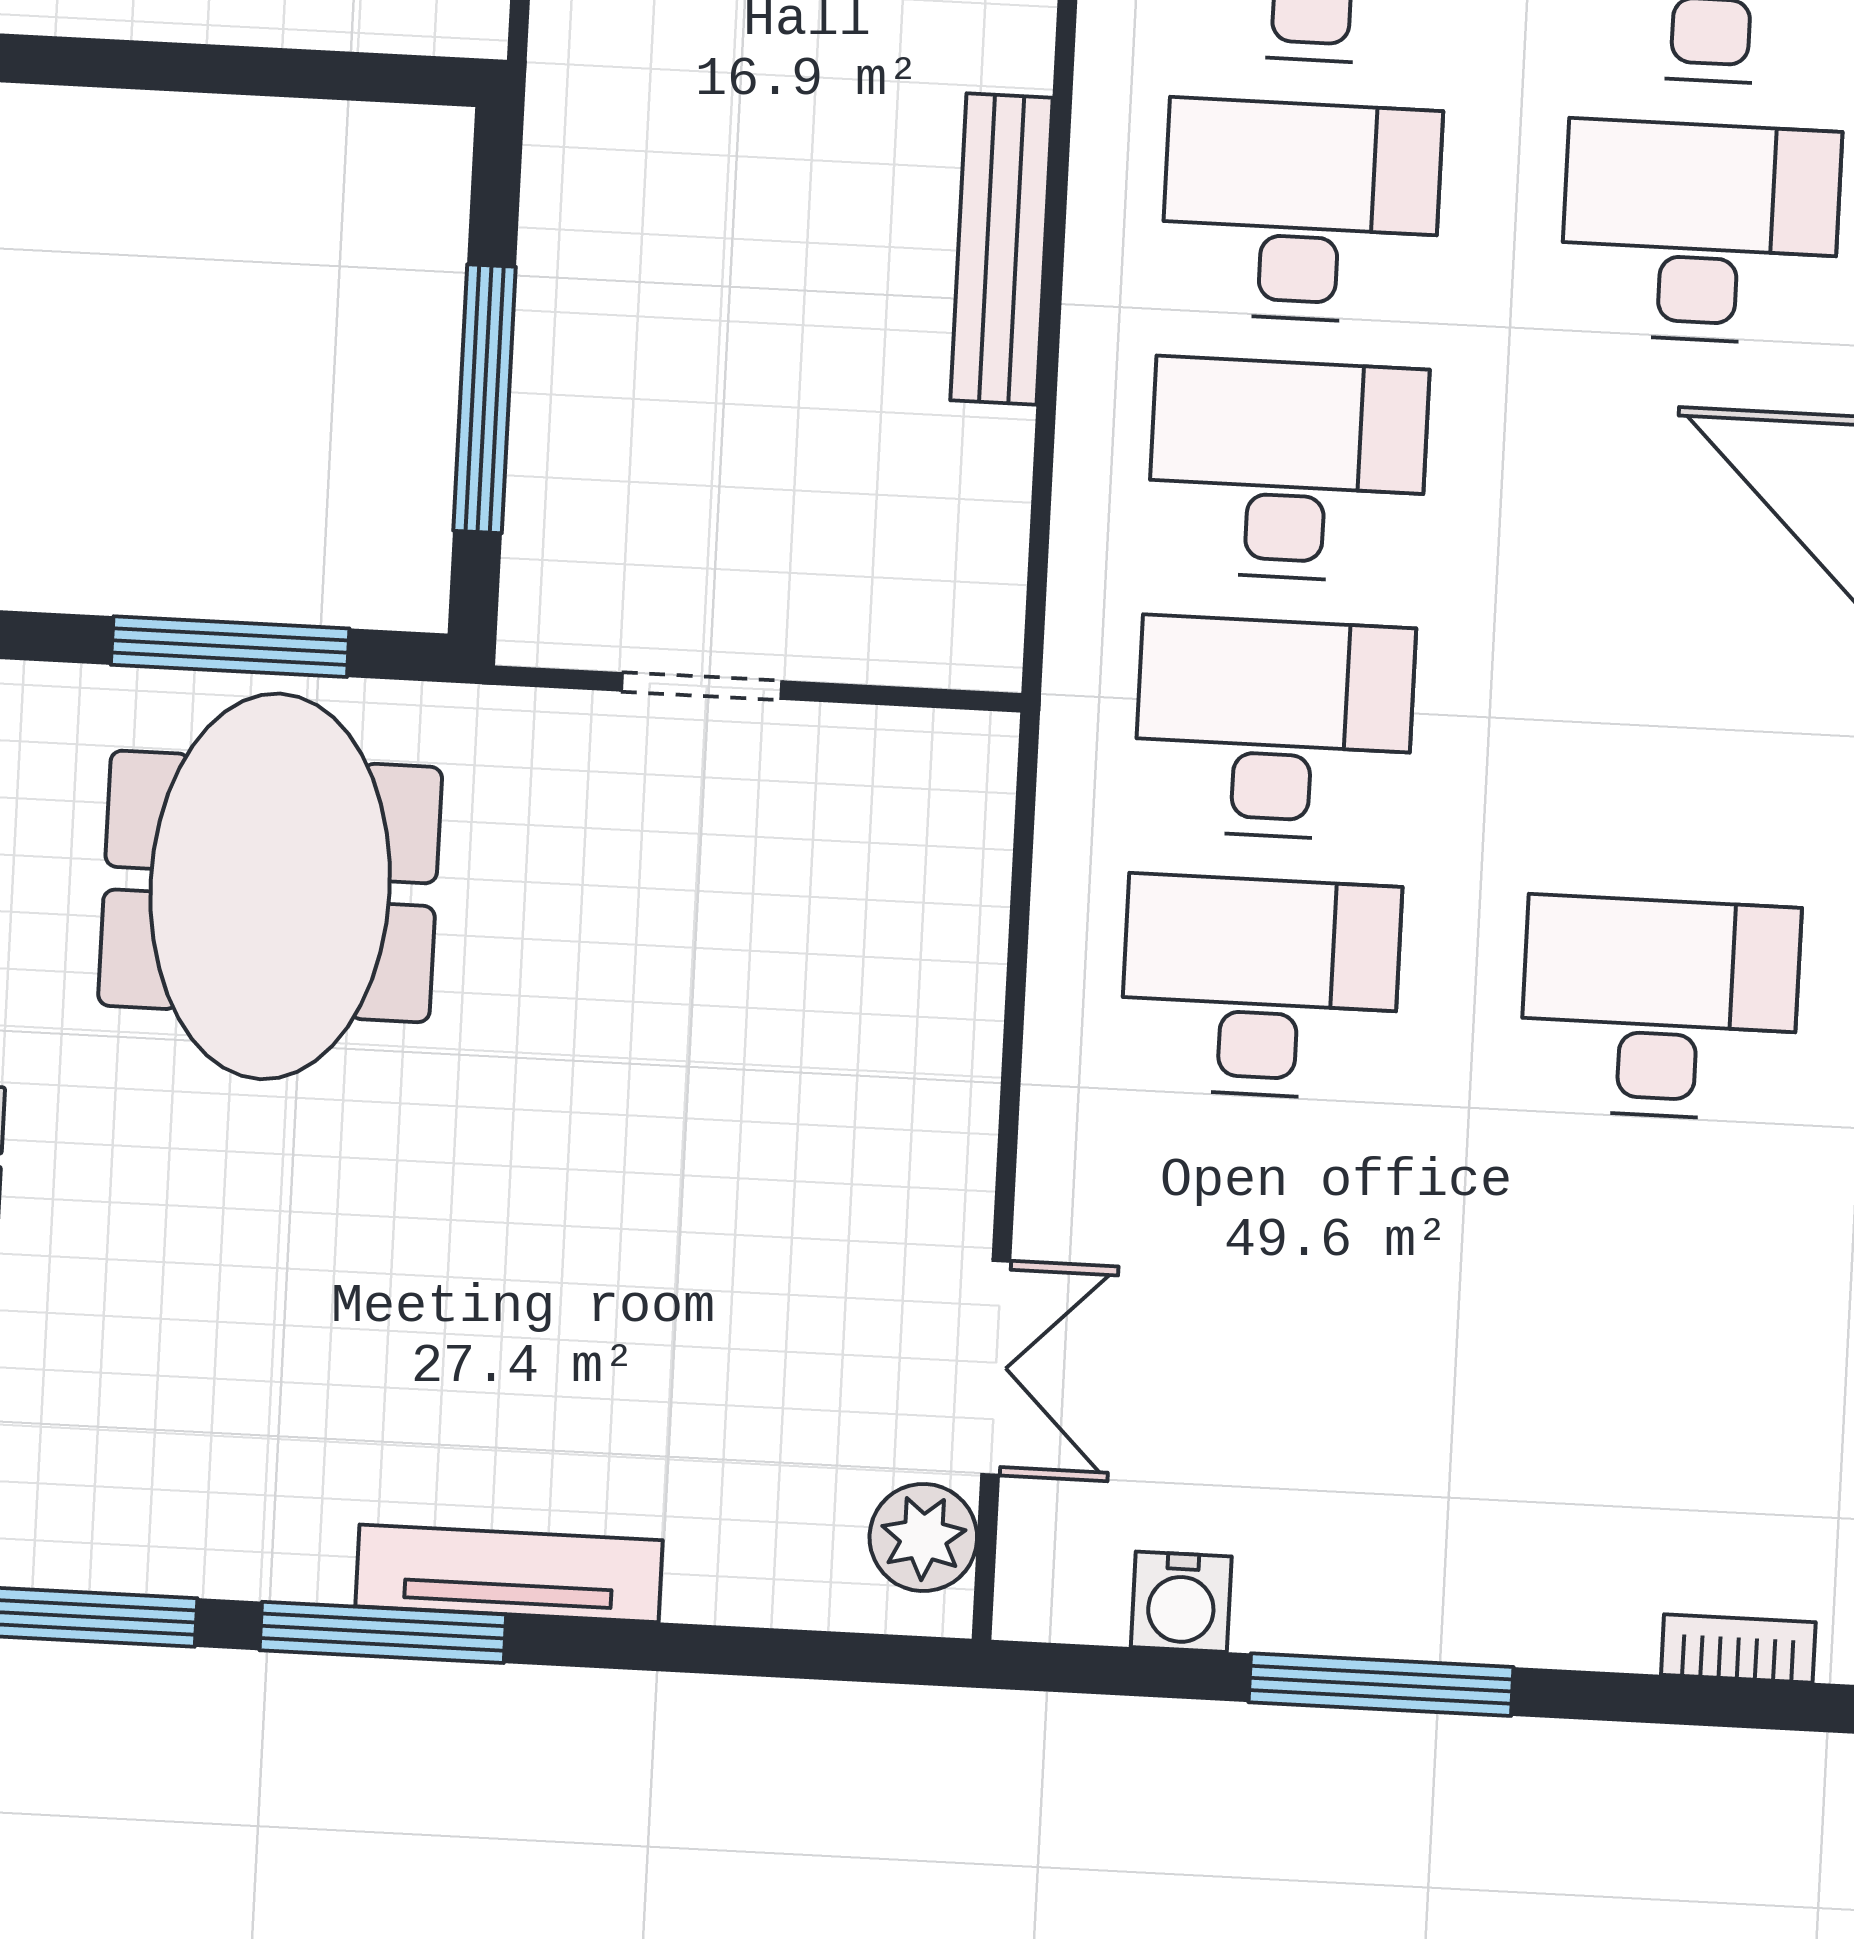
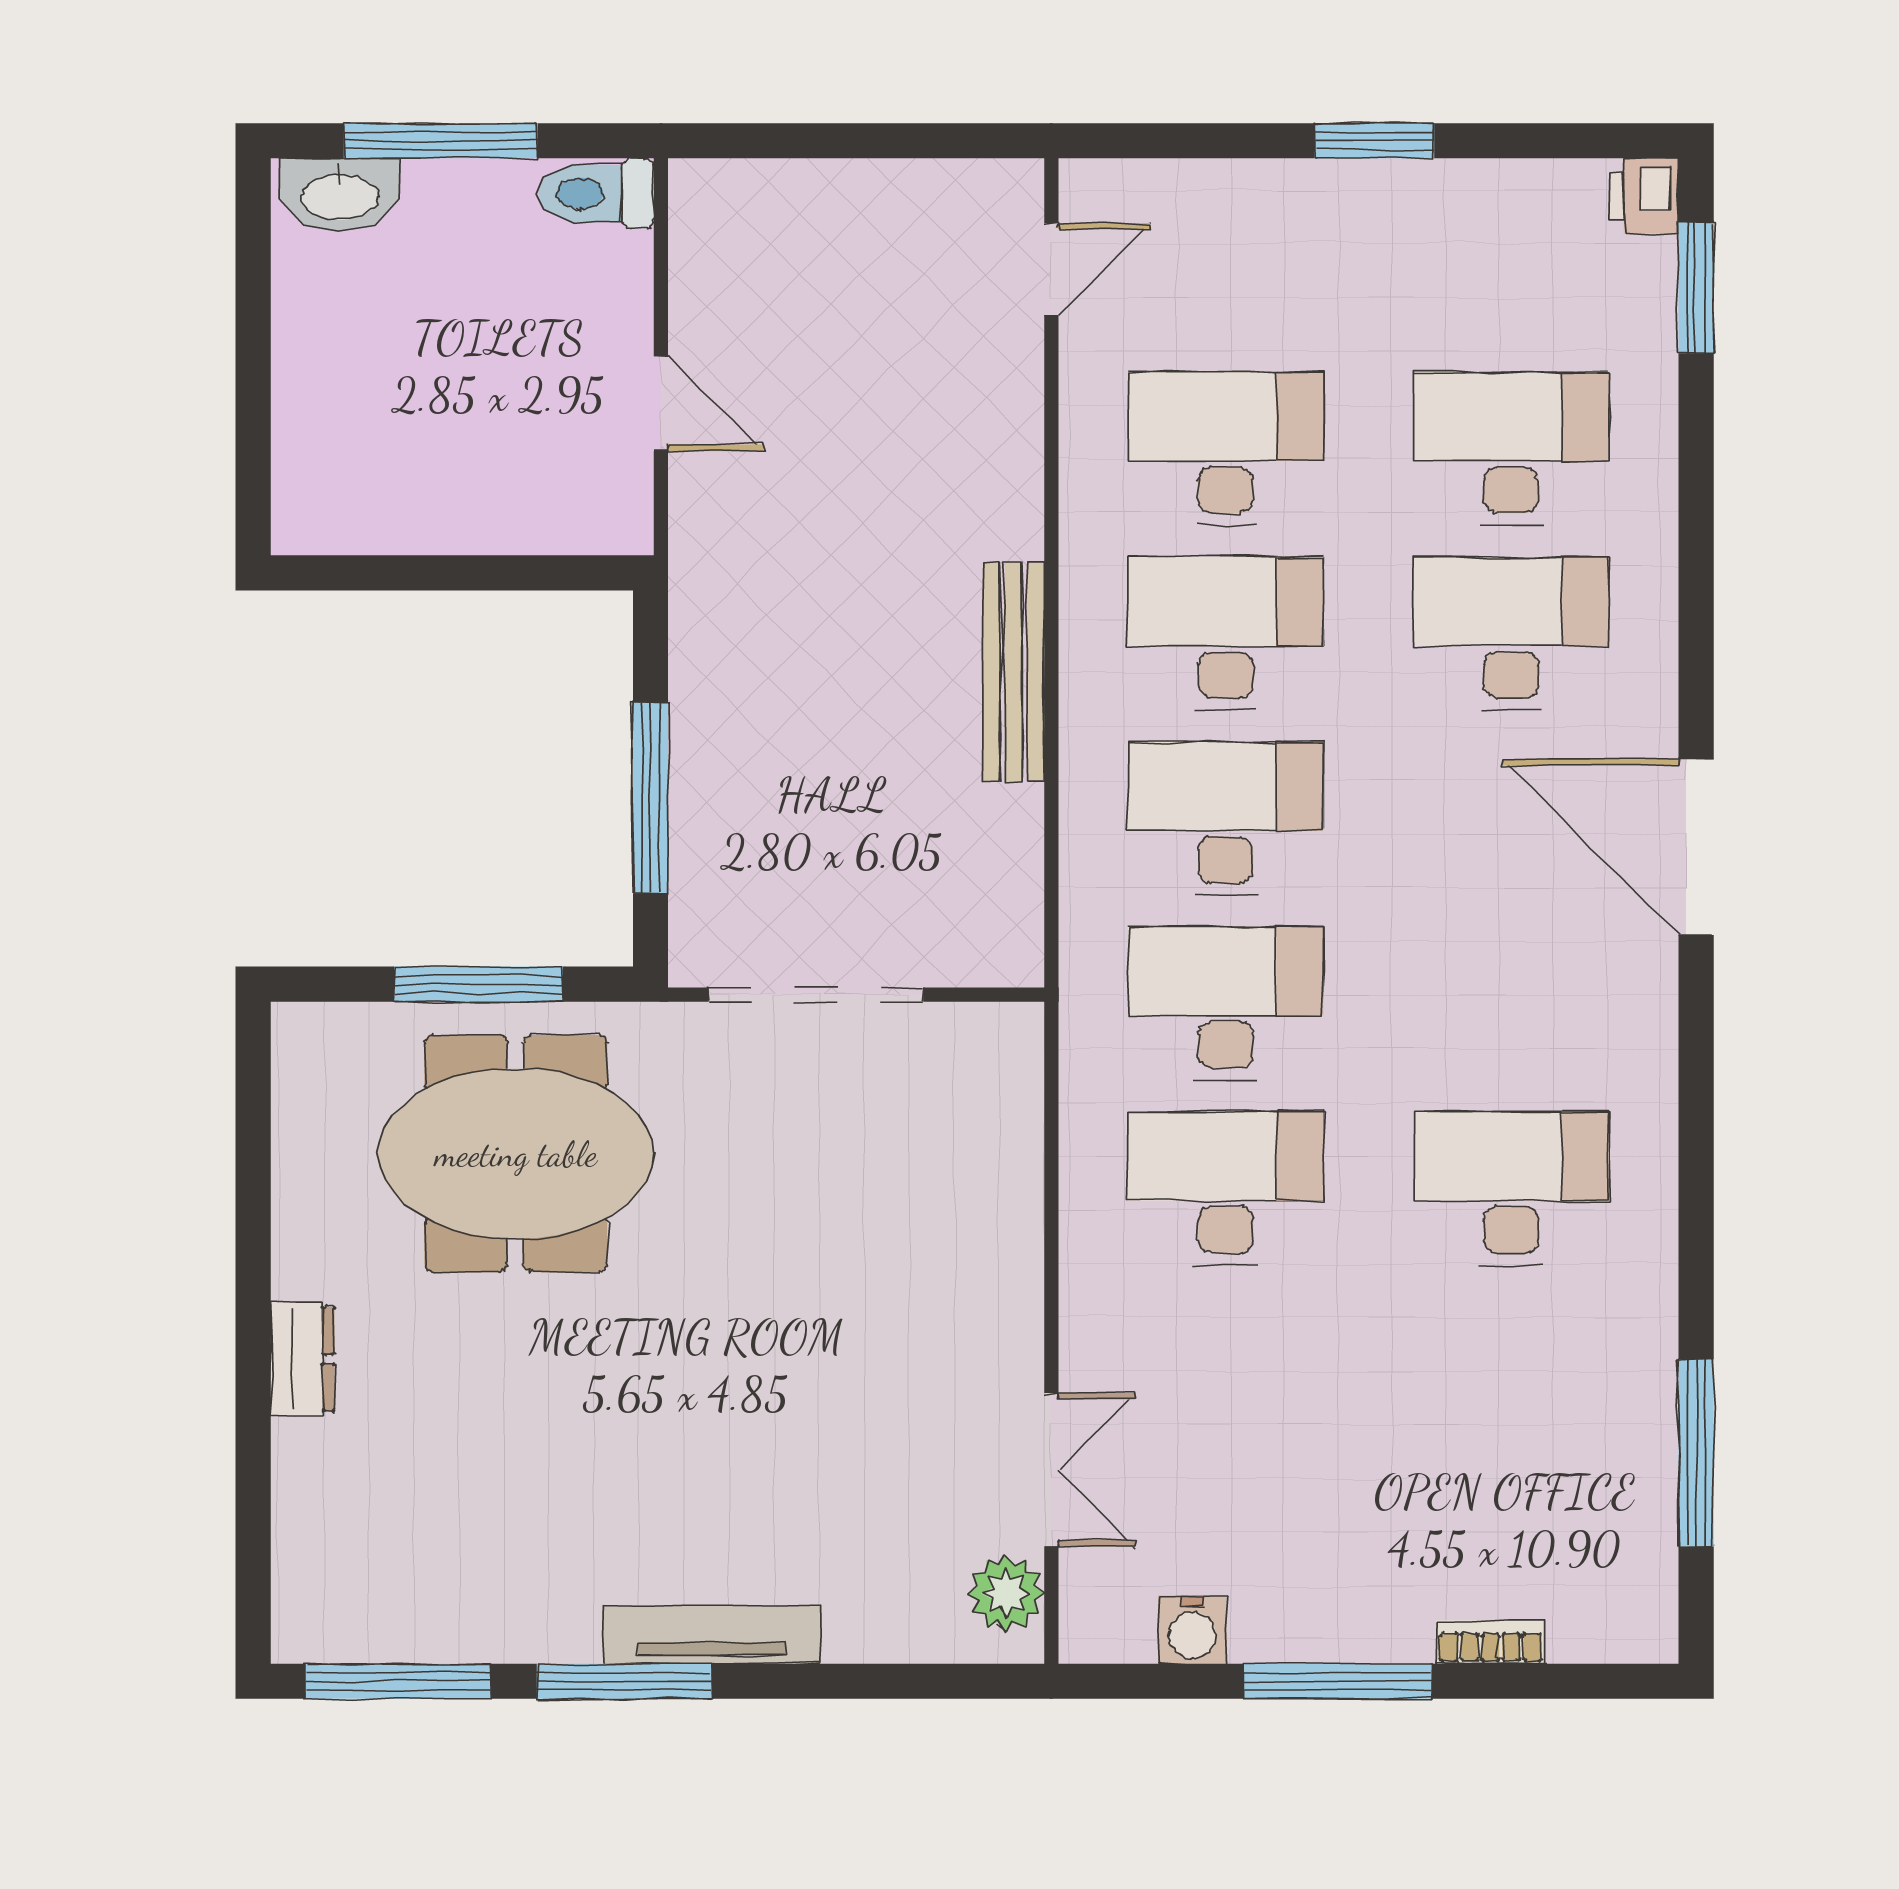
doorway: (701, 686) -> (816, 995), width x1.87
meeting table: (270, 886) -> (516, 1154), turned 90
bookcase: (1738, 1648) -> (1490, 1642), moved

